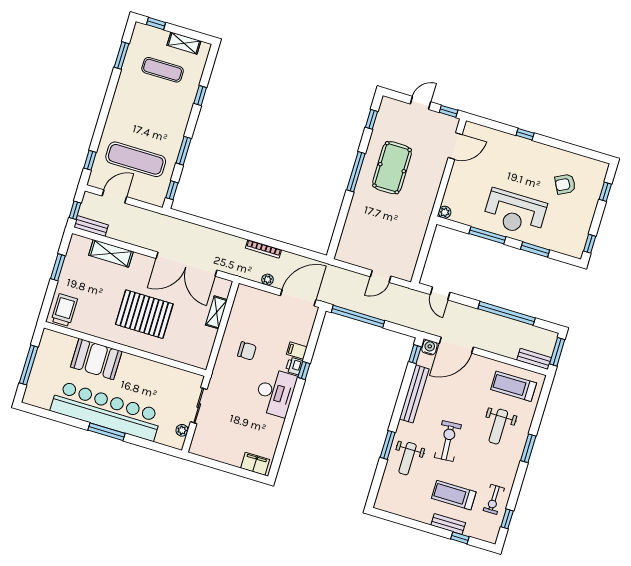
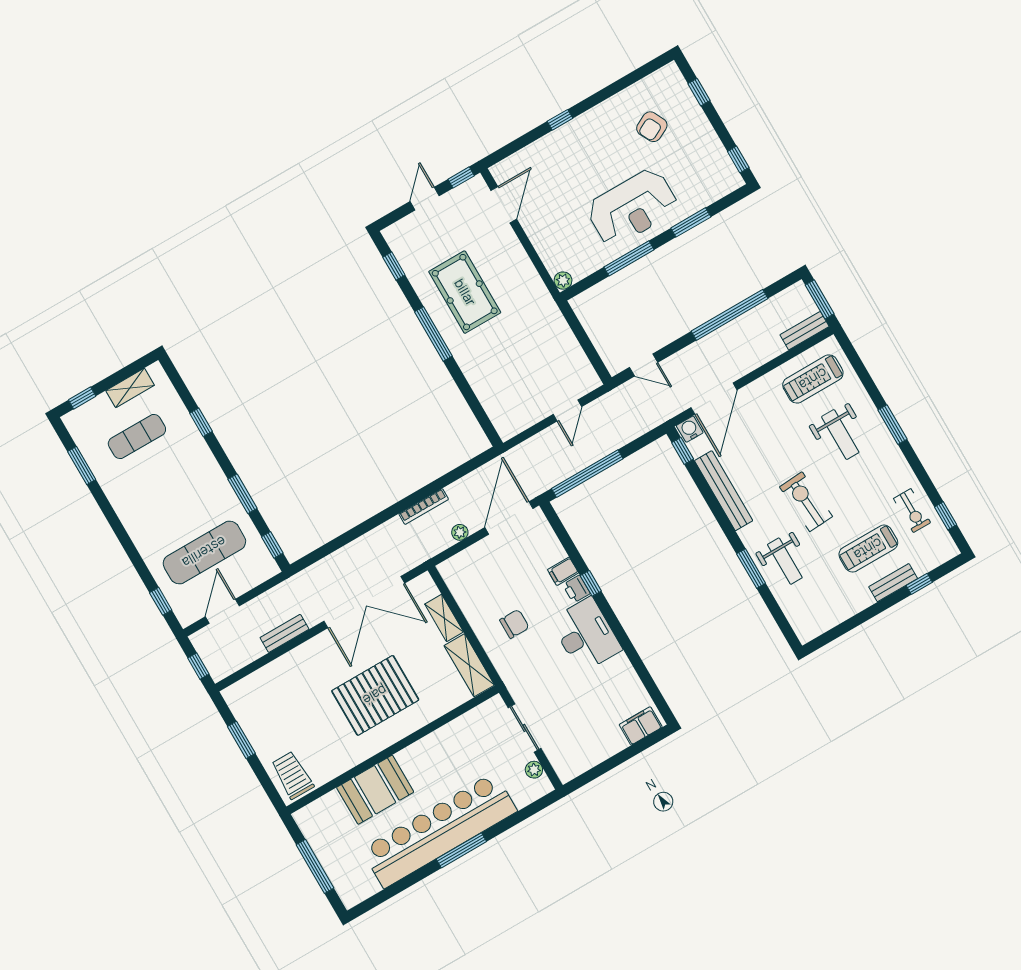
bench: (91, 226) -> (284, 633), moved
shelving: (111, 253) -> (469, 665), moved, turned 90

